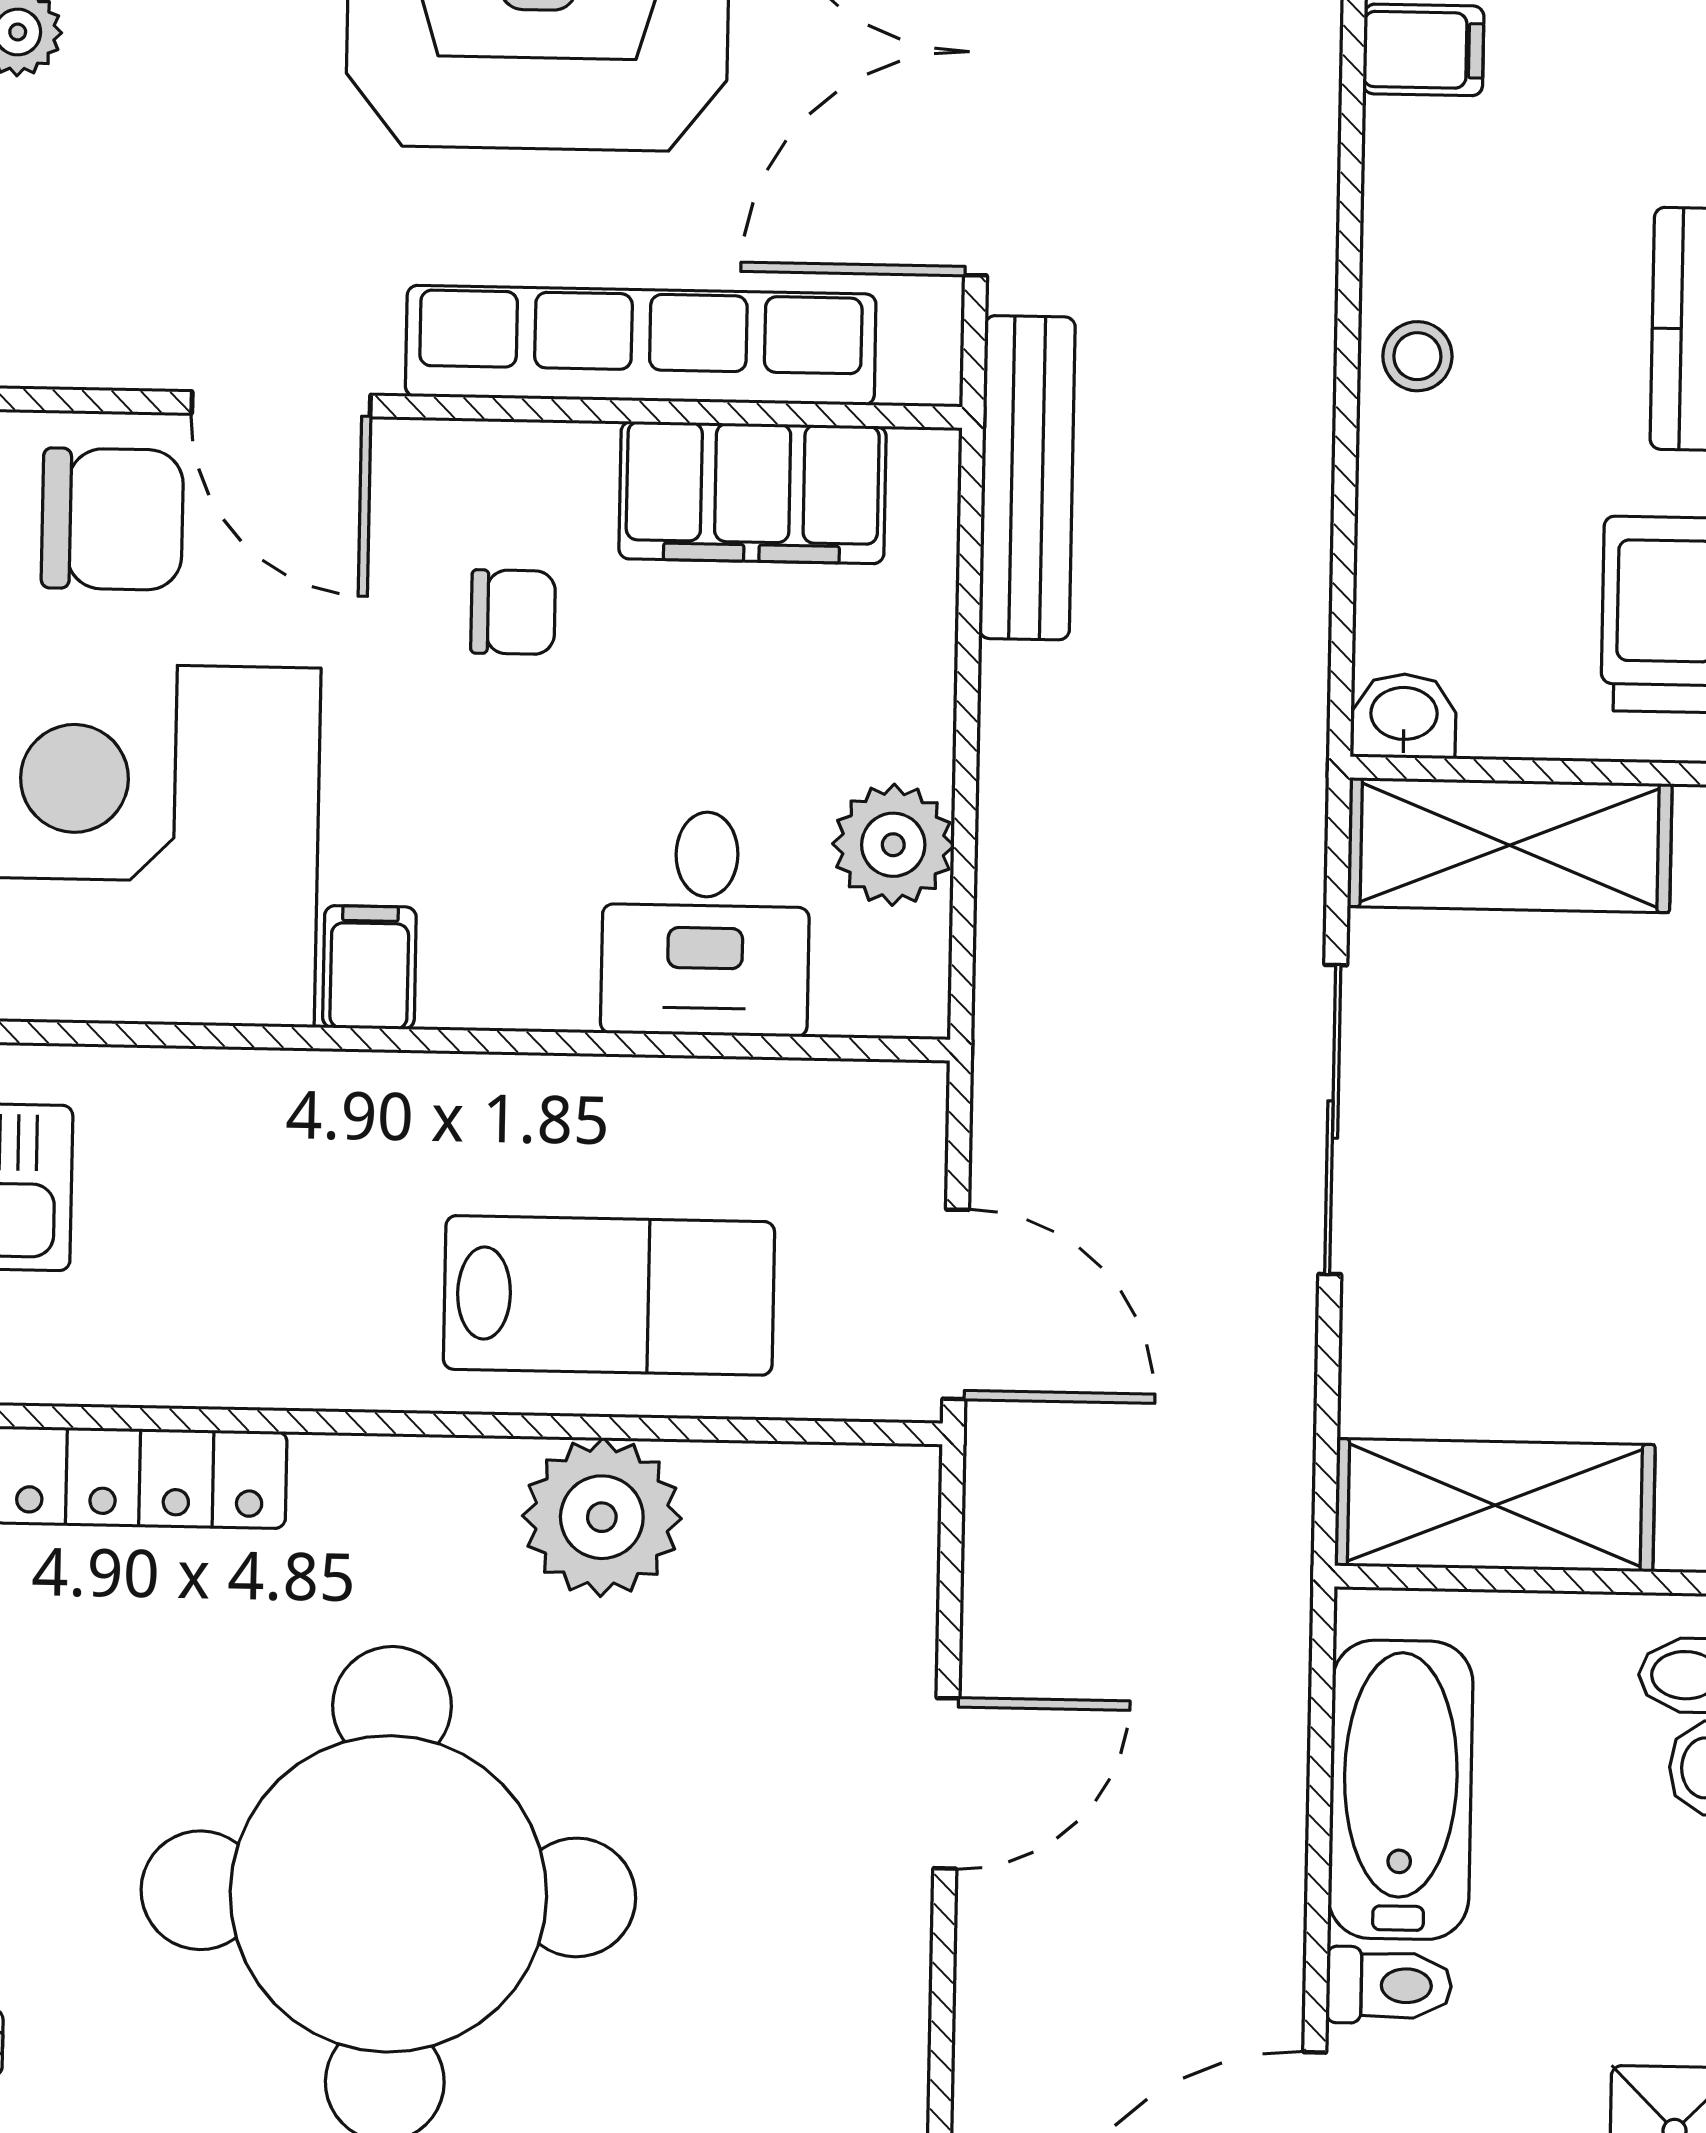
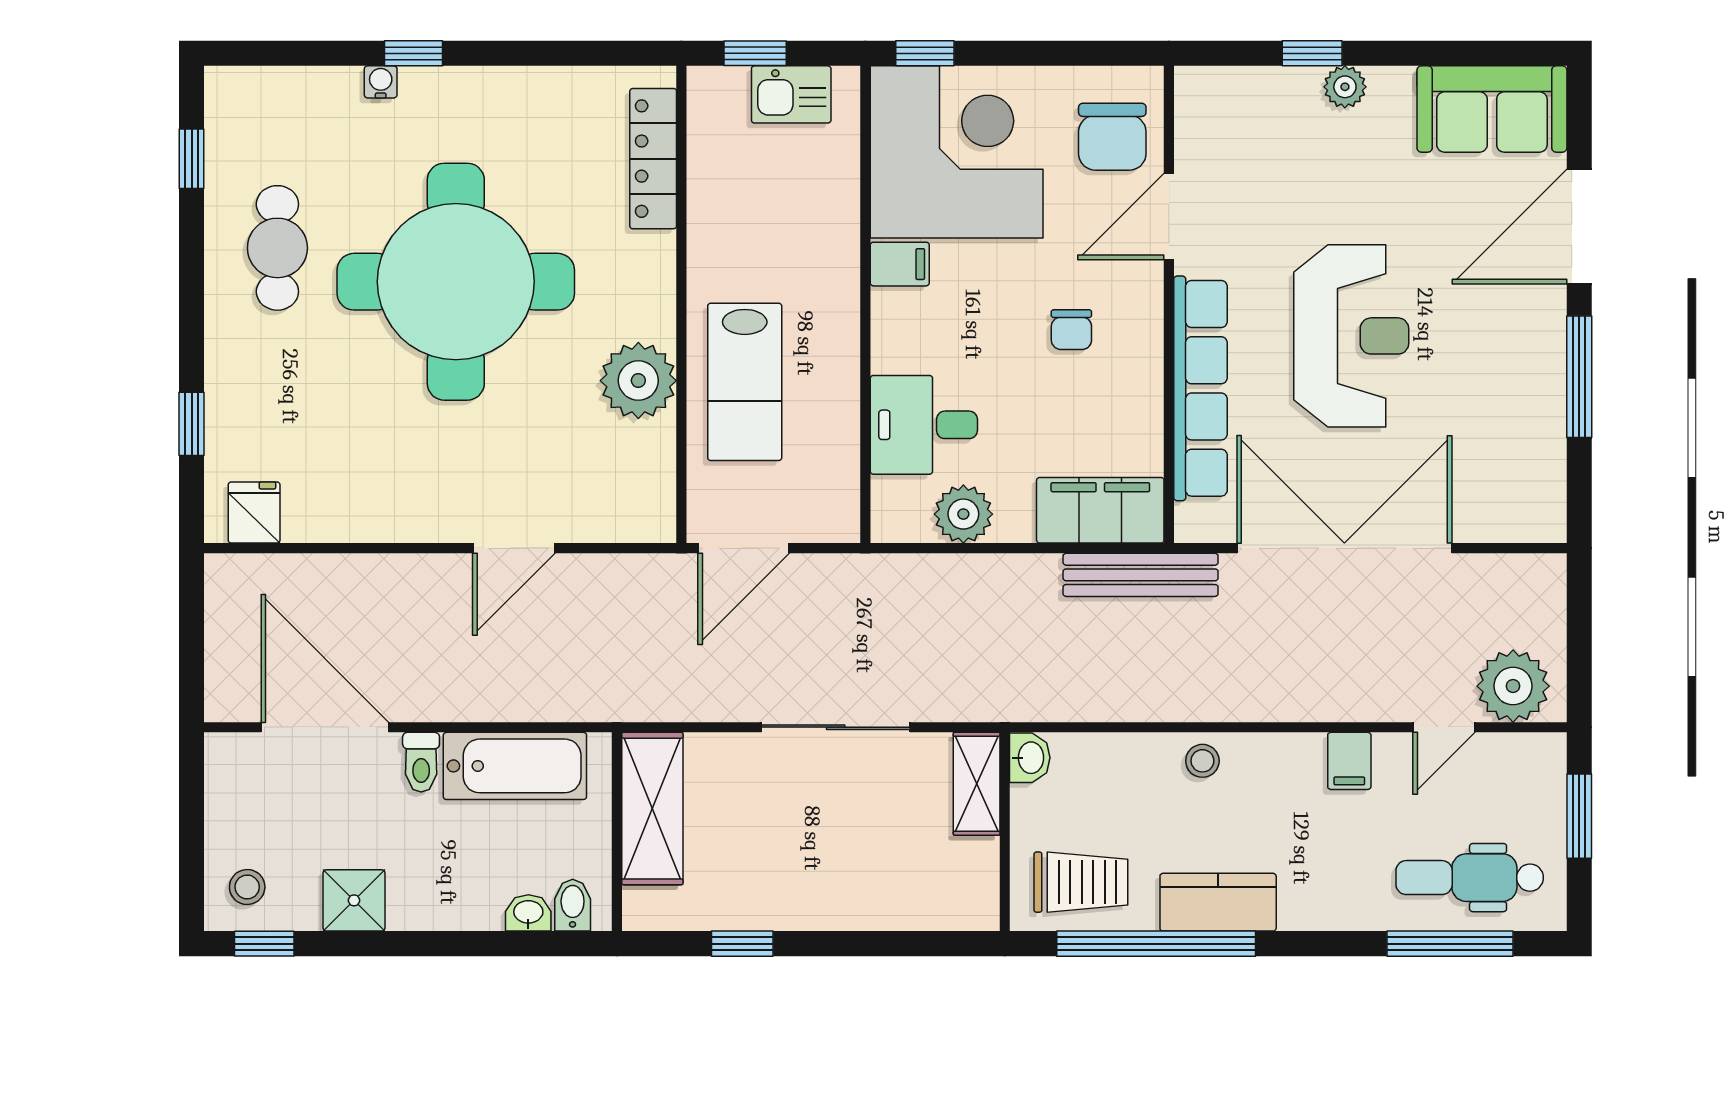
filing cabinet: (753, 493) -> (1100, 510), moved, turned 90
shelving: (1510, 845) -> (977, 784), width x0.67, depth x0.75
door: (946, 1783) -> (514, 548), hinge flipped

